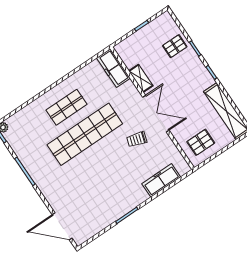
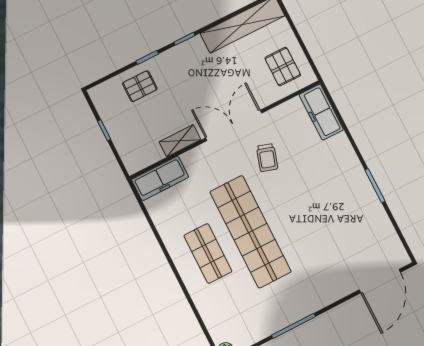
pallet: (175, 46) -> (140, 86), turned 90
freezer: (161, 180) -> (321, 112), moved

